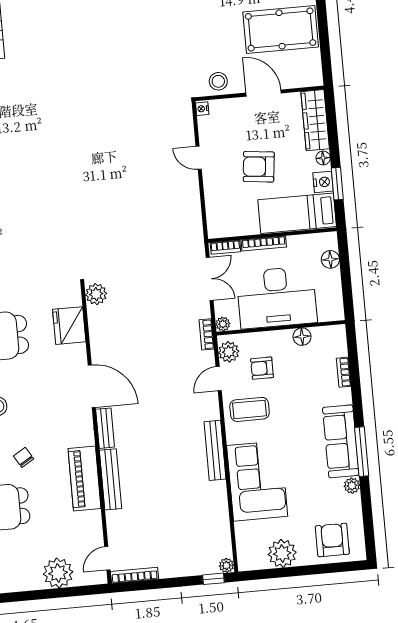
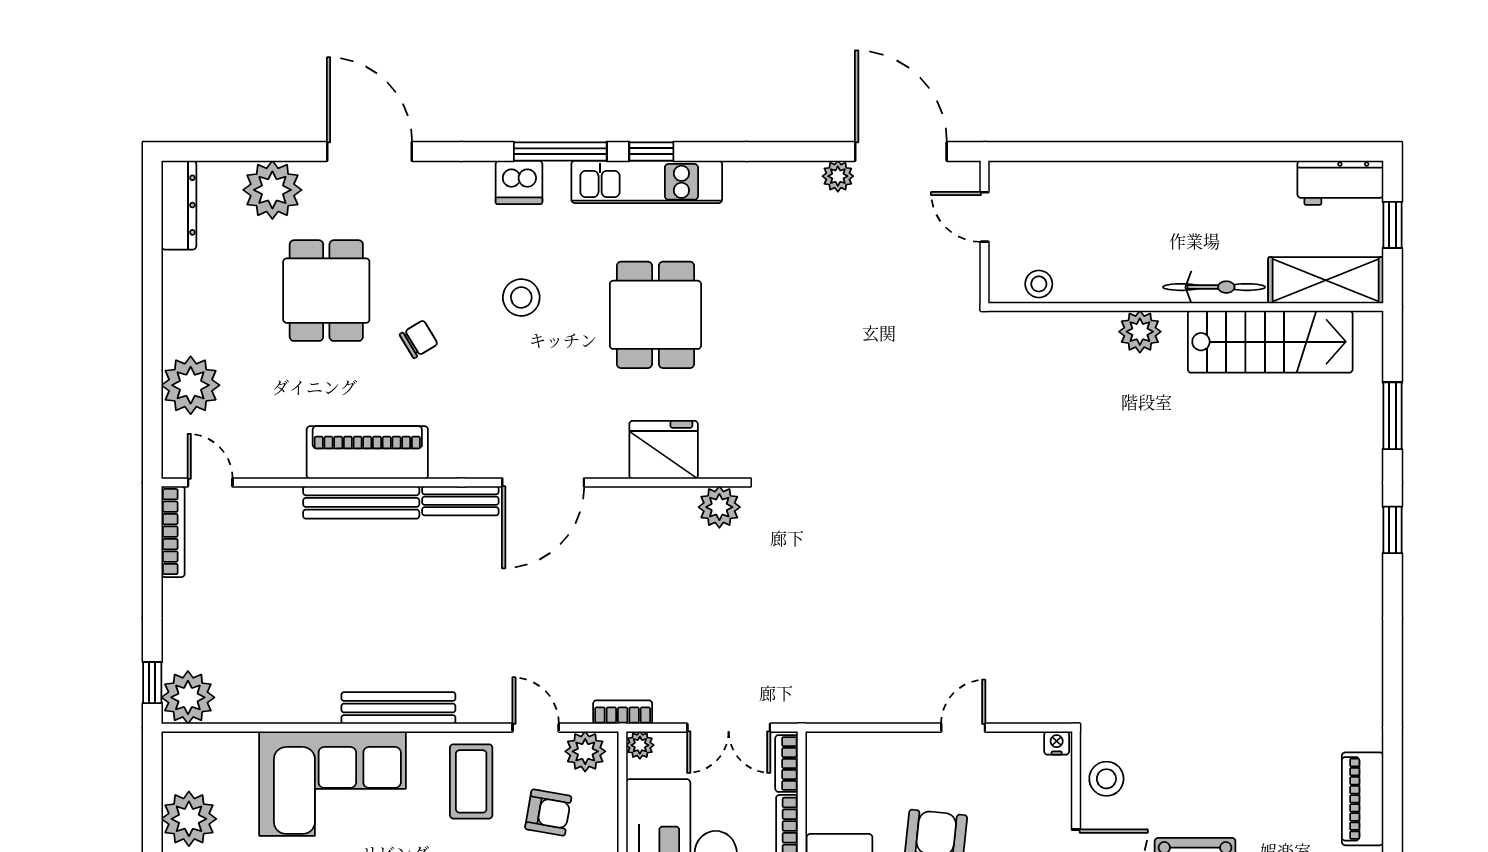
armchair: (262, 368) -> (548, 813), turned 100
plant: (226, 565) -> (188, 697), width x1.88, depth x1.88

